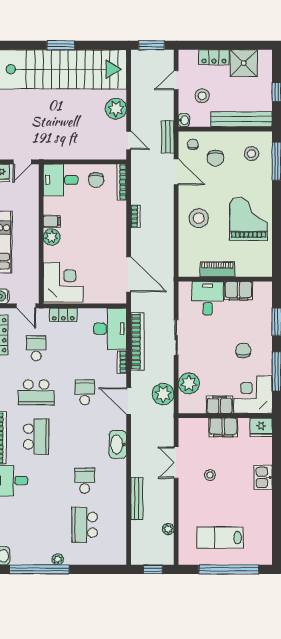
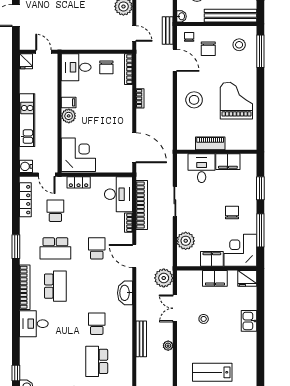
door: (22, 162) -> (43, 52), swing flipped
plant: (163, 394) -> (164, 278), moved
plant: (168, 529) -> (168, 346), moved

